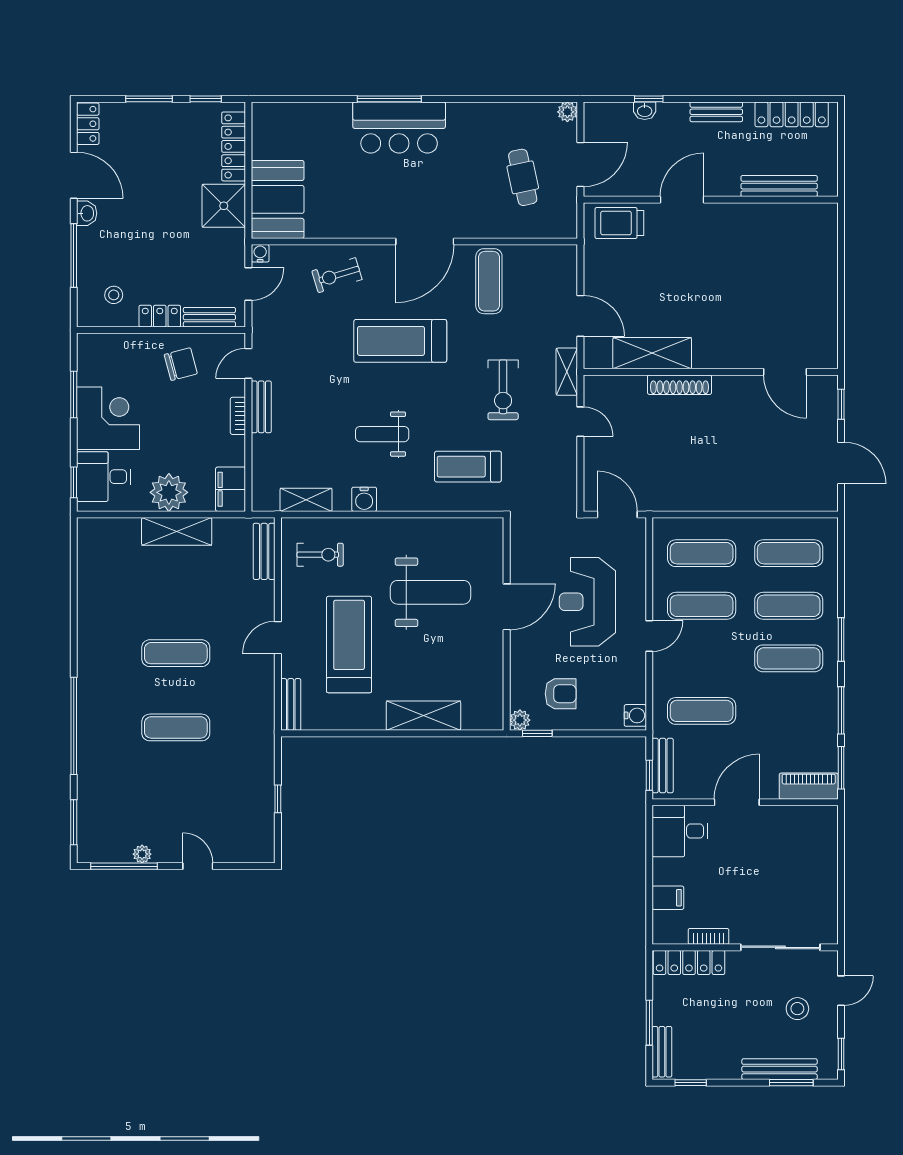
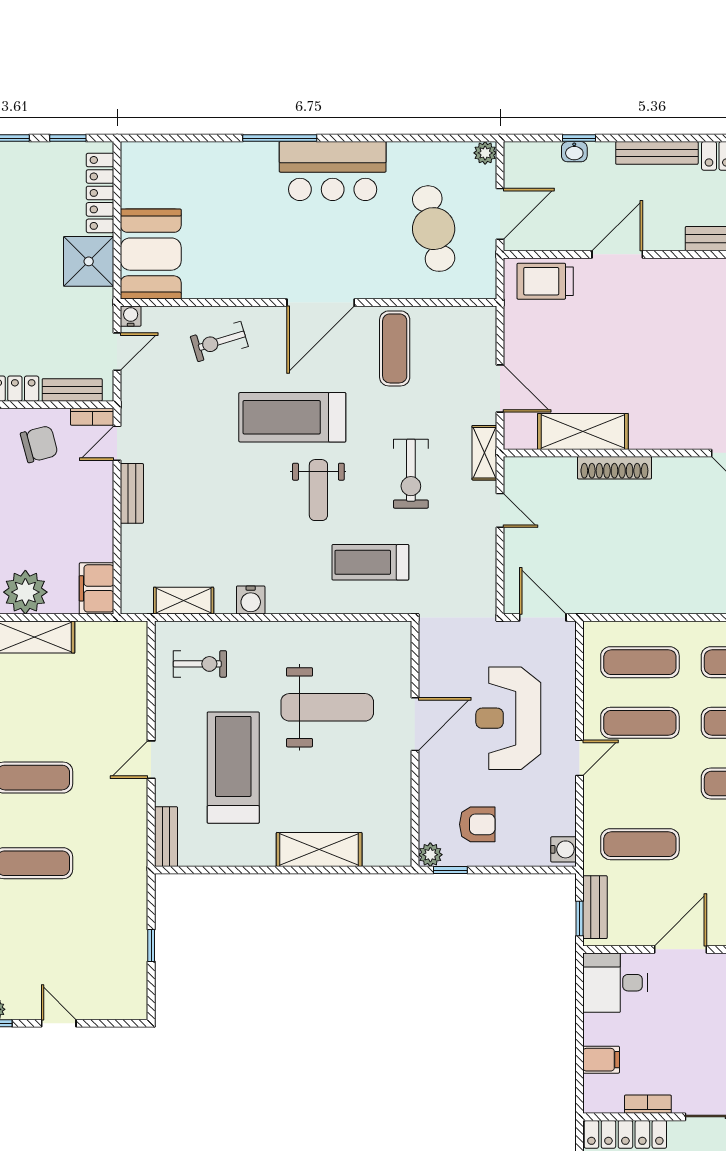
bench: (716, 112) -> (657, 153), width x1.36
bar counter: (399, 127) -> (333, 171), moved
cafe table: (523, 177) -> (434, 229), width x1.37, depth x1.35
bookcase: (238, 416) -> (92, 417), moved, turned -90
weight bench: (382, 434) -> (318, 490), moved, turned -90
bench: (264, 551) -> (135, 660), removed

